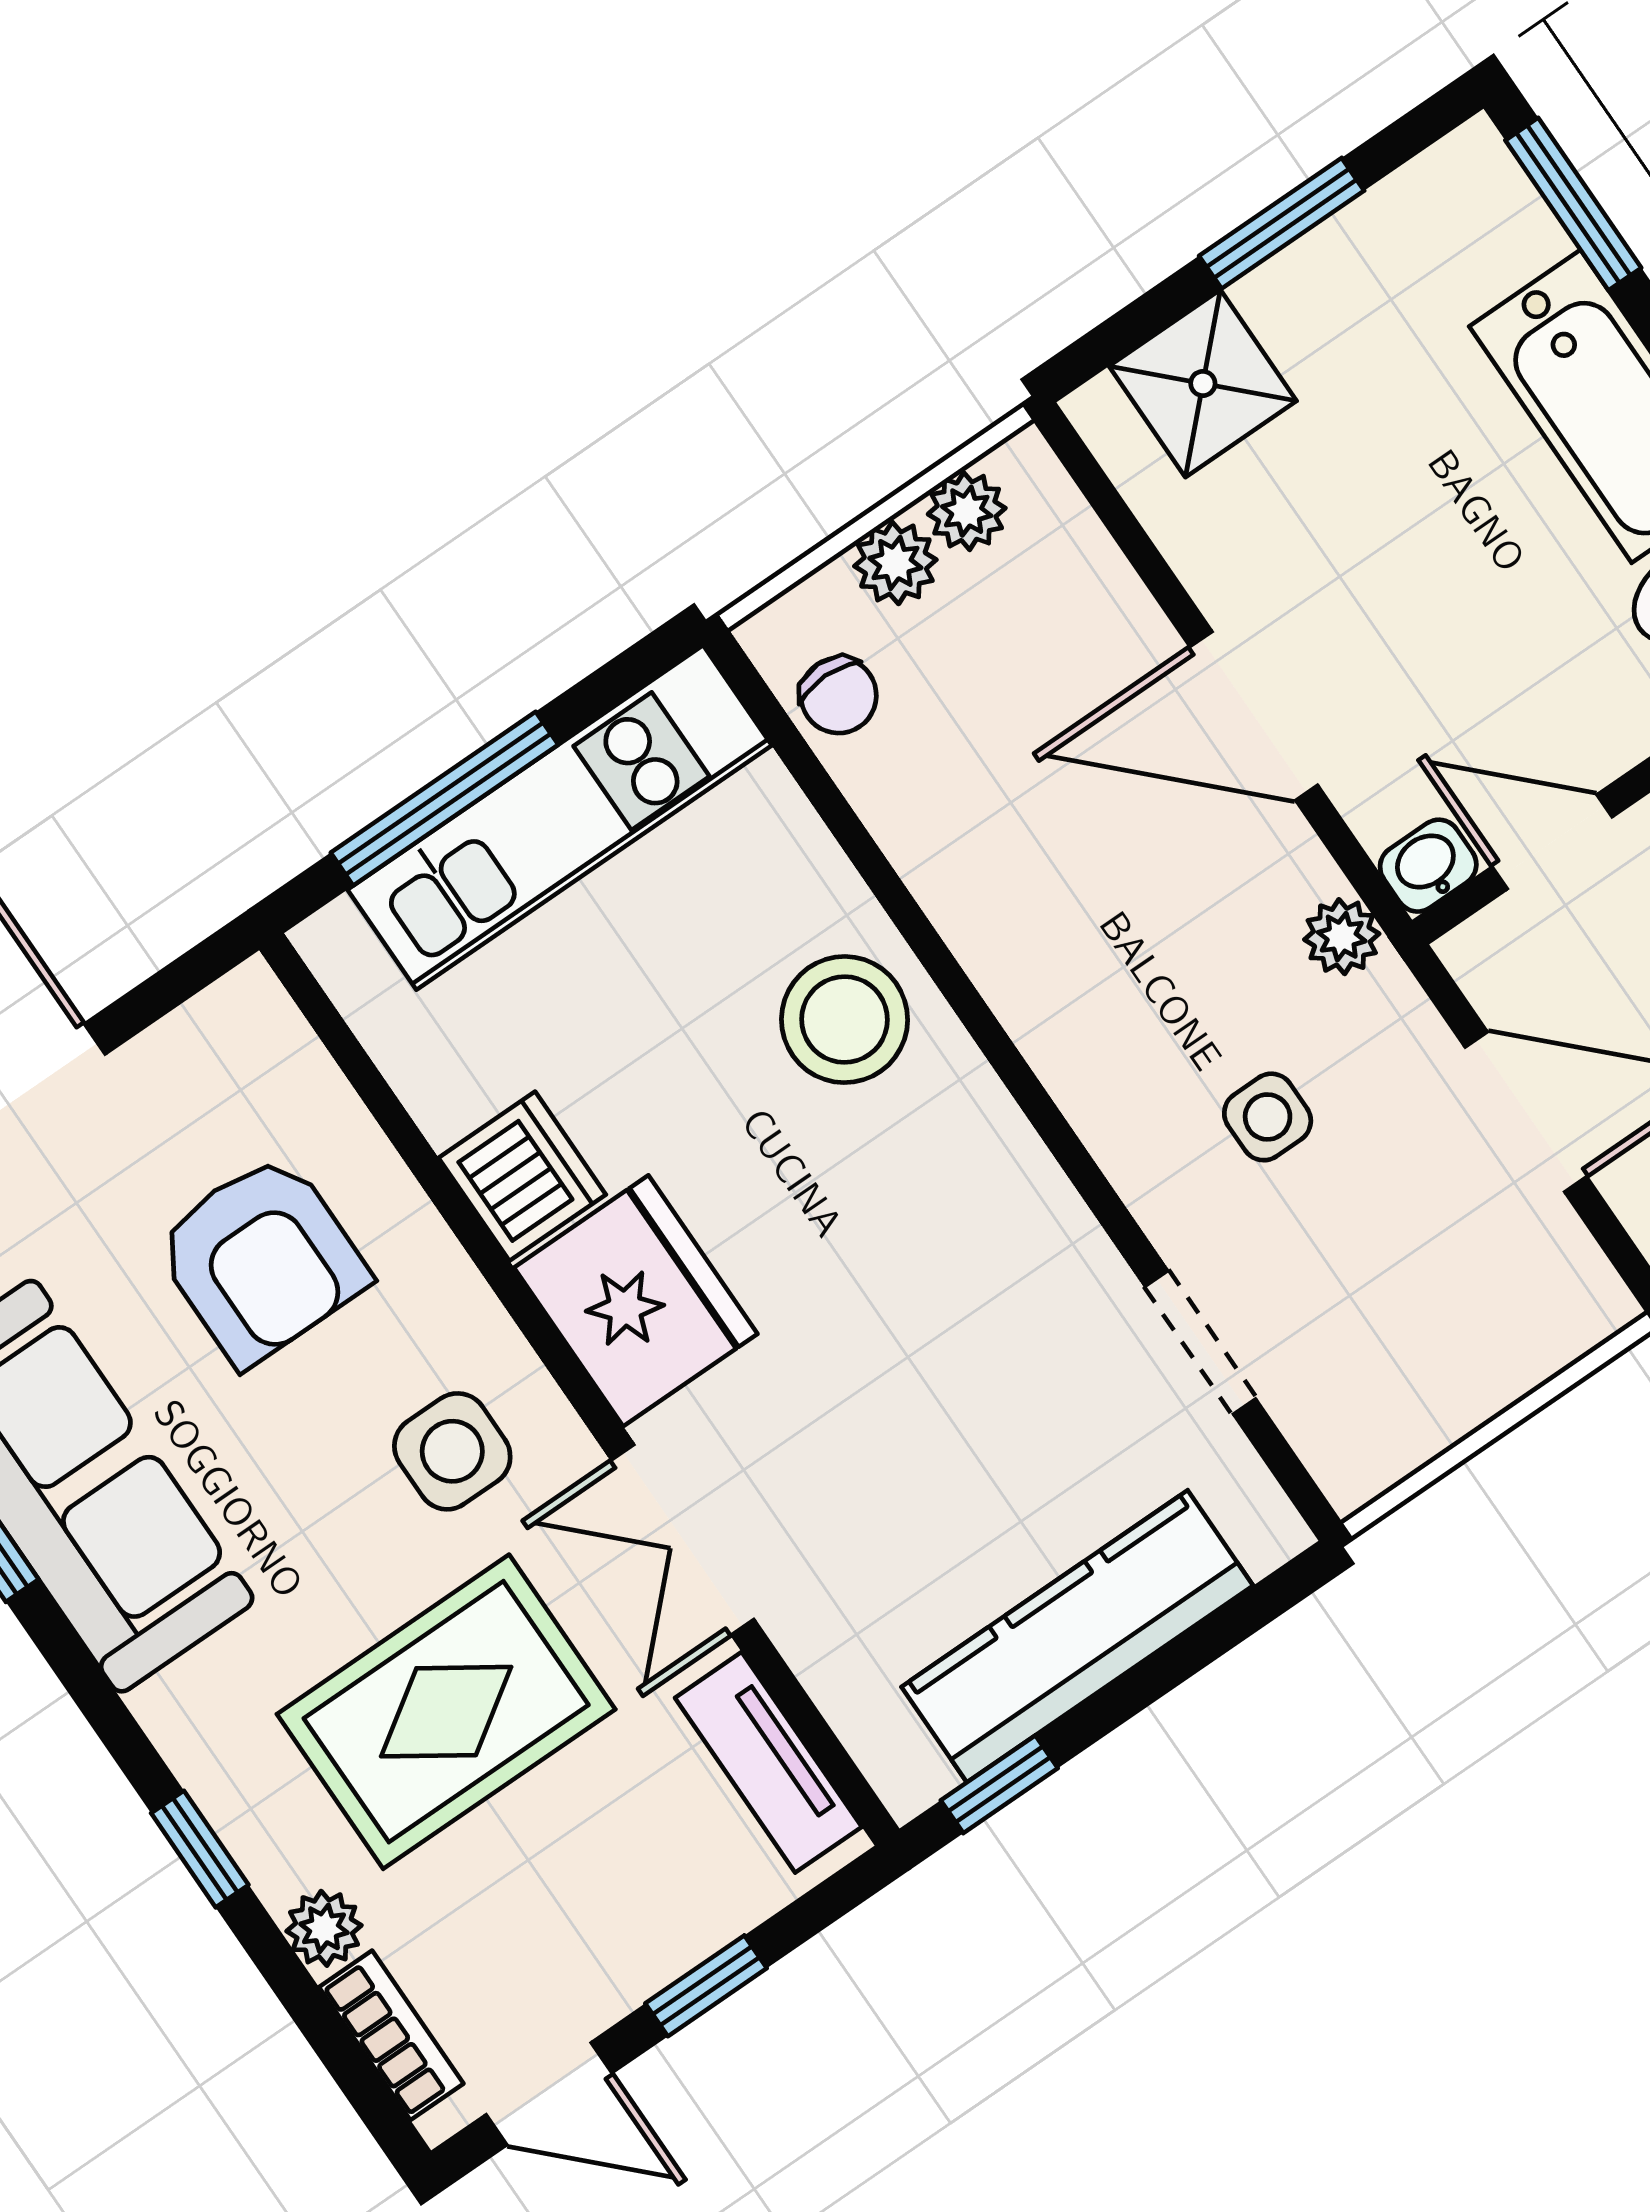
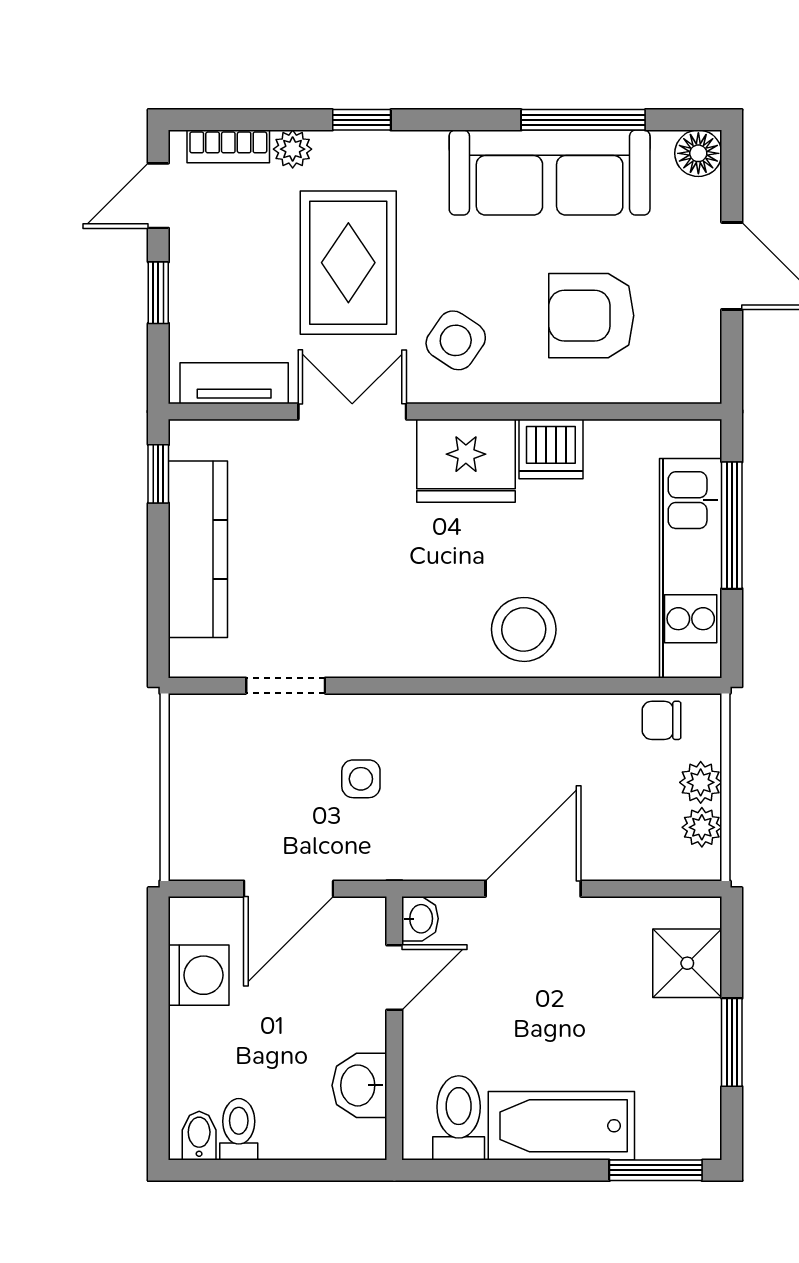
plant: (1342, 937) -> (415, 862), removed
side table: (452, 1451) -> (456, 340), turned 34

